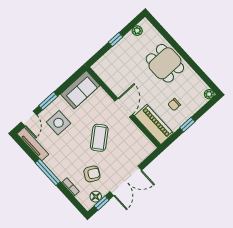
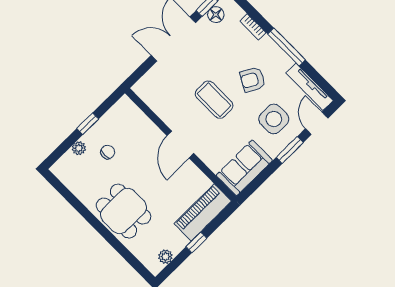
plant: (209, 94) -> (79, 148), moved
piano: (154, 124) -> (203, 212), moved, turned 90
coffee table: (99, 138) -> (214, 100), turned -50
armchair: (92, 174) -> (253, 80), moved

